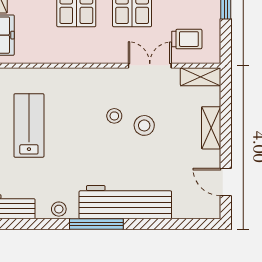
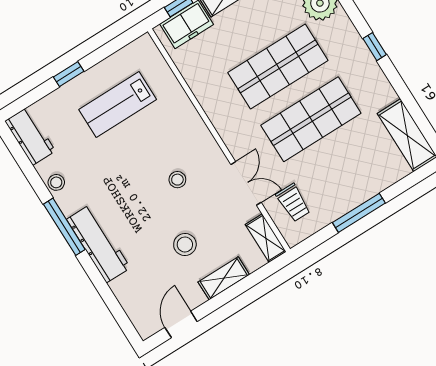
lab bench: (29, 125) -> (118, 104), turned 180
stool: (144, 125) -> (185, 245), moved
workbench: (125, 202) -> (98, 244), width x0.73, depth x0.76

